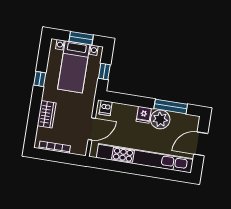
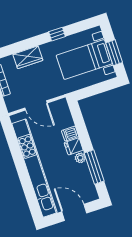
window: (104, 72) -> (94, 90), removed
dishwasher: (106, 108) -> (70, 134), moved
plant: (160, 119) -> (80, 158), width x0.53, depth x0.53

